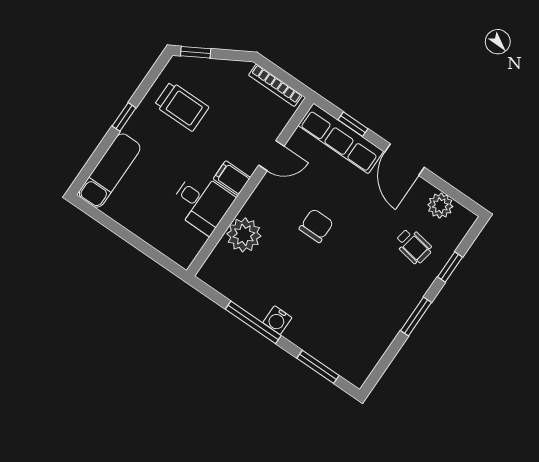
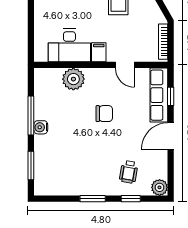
desk: (202, 203) -> (69, 45), width x1.37
plant: (440, 206) -> (160, 187), moved

